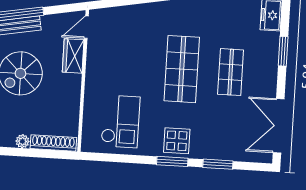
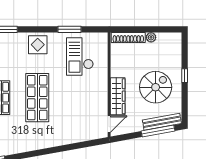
wardrobe: (73, 56) -> (118, 96), width x1.50
window: (172, 161) -> (69, 29), moved

